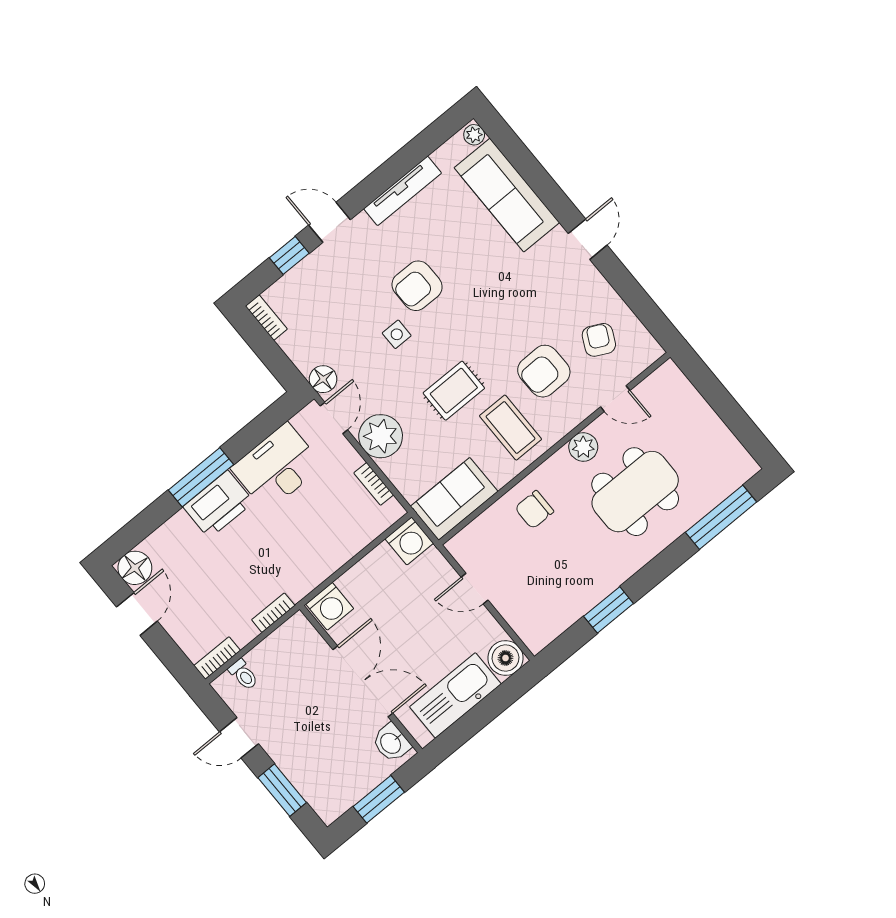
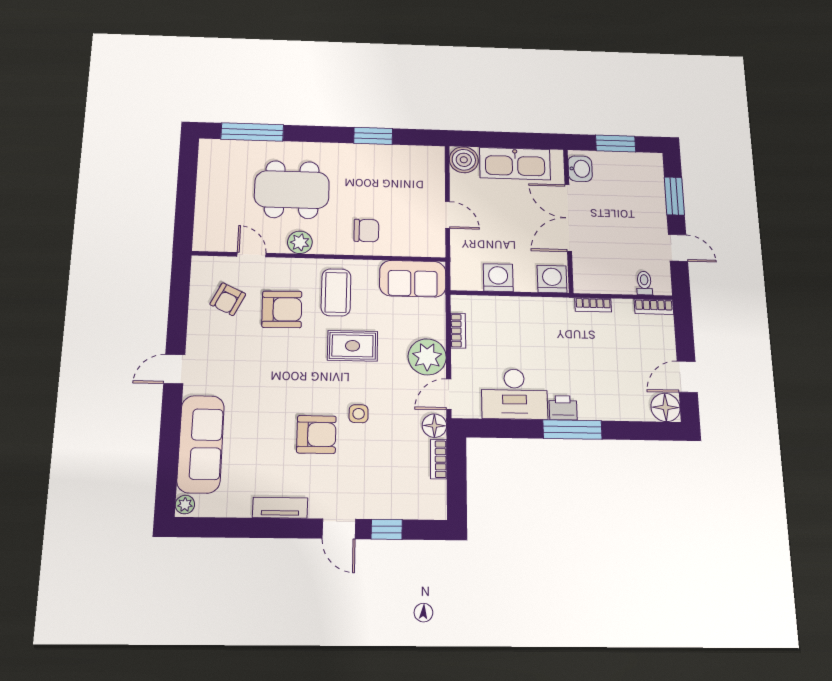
tv unit: (402, 191) -> (280, 508), width x0.71
bookcase: (266, 318) -> (439, 459), moved
printer: (218, 504) -> (563, 408), width x0.53, depth x0.68
washing machine: (409, 541) -> (498, 278), moved

